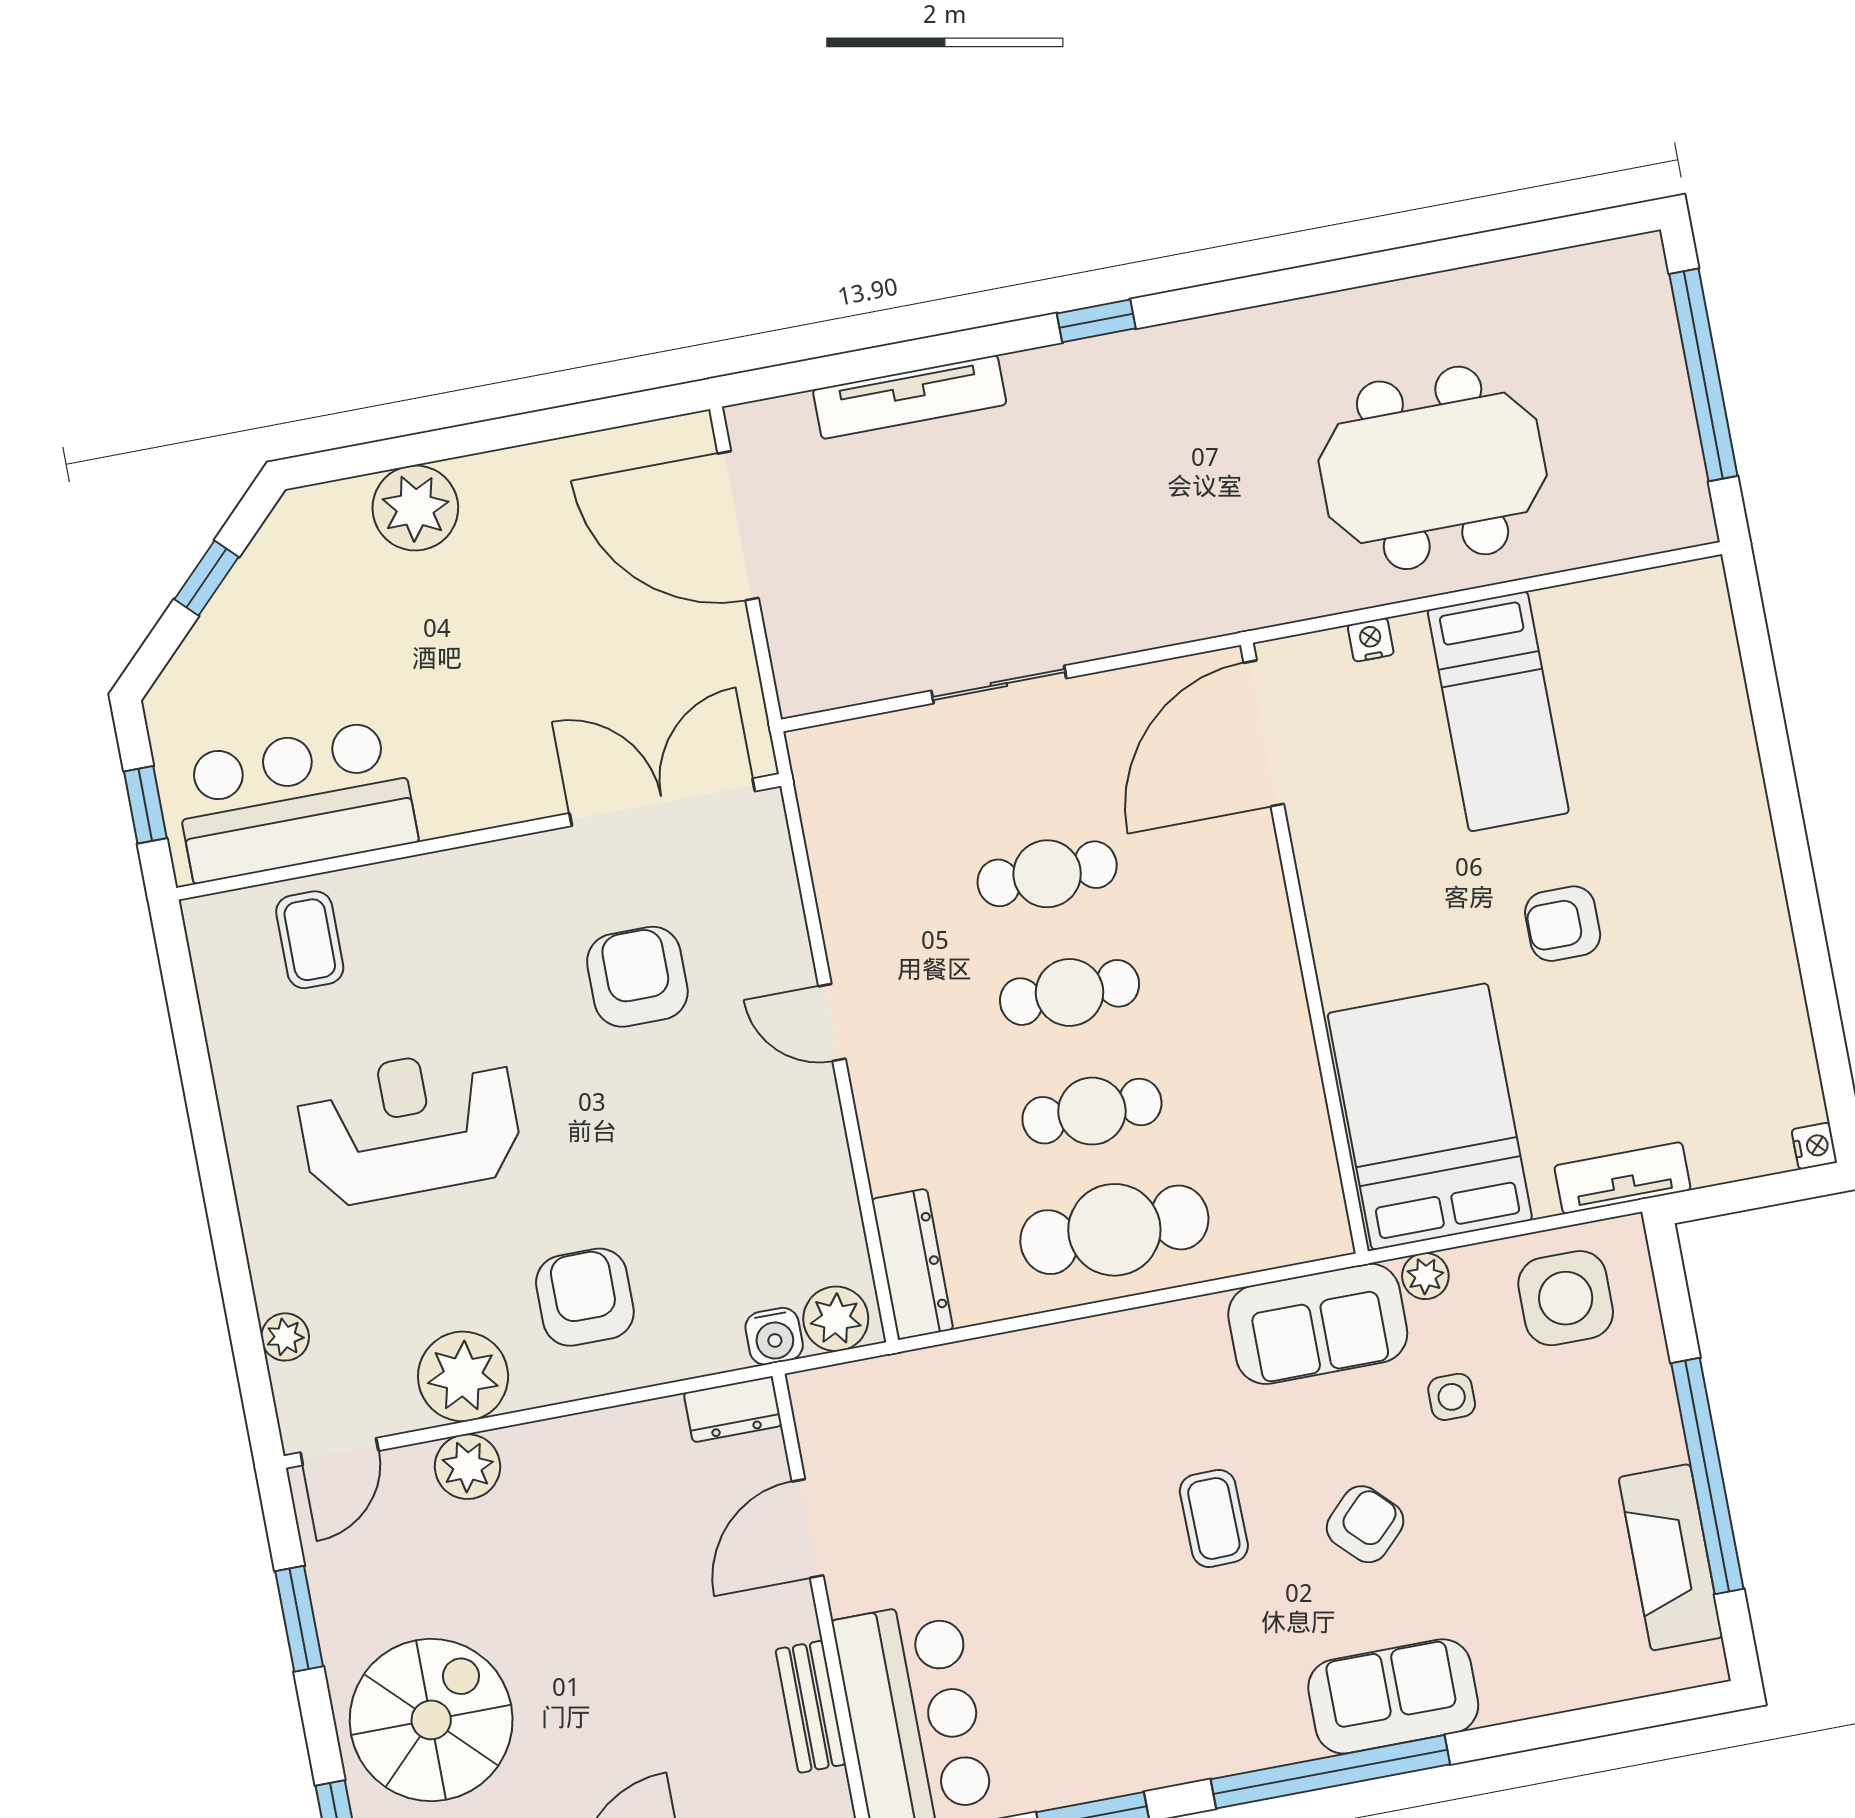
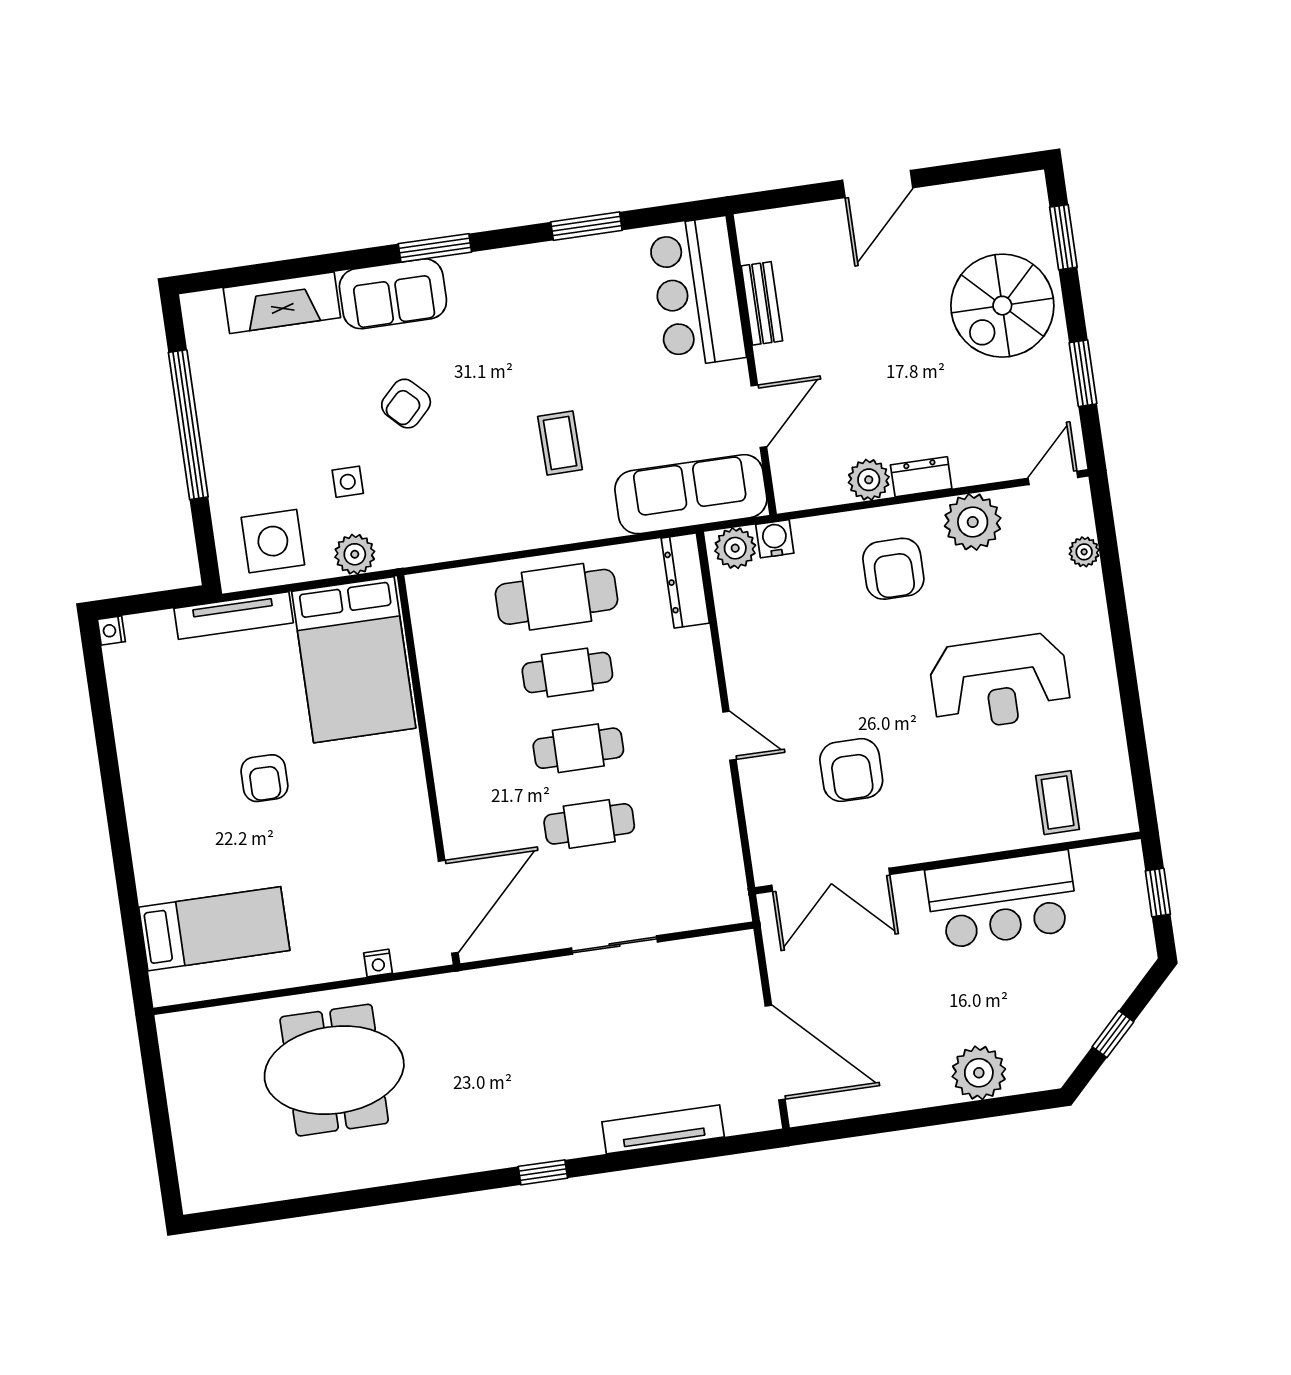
window: (1703, 375) -> (160, 1121), removed
bed: (1498, 711) -> (214, 929), moved, turned 90
bar counter: (295, 801) -> (1002, 900), moved
armchair: (1563, 924) -> (264, 778), turned 90
tv unit: (1622, 1178) -> (234, 616), width x1.41
plant: (1425, 1276) -> (355, 554), width x1.38, depth x1.38
sofa: (1318, 1324) -> (691, 494), moved, width x1.36
dresser: (733, 1409) -> (921, 477), moved
plant: (468, 1467) -> (869, 480), moved
coffee table: (1214, 1518) -> (560, 443), moved
fireplace: (1671, 1557) -> (282, 303), moved, turned 90
window: (1330, 1772) -> (435, 248), width x0.47

